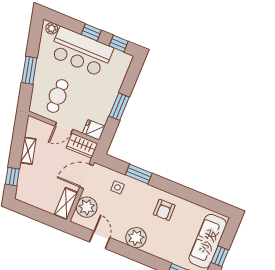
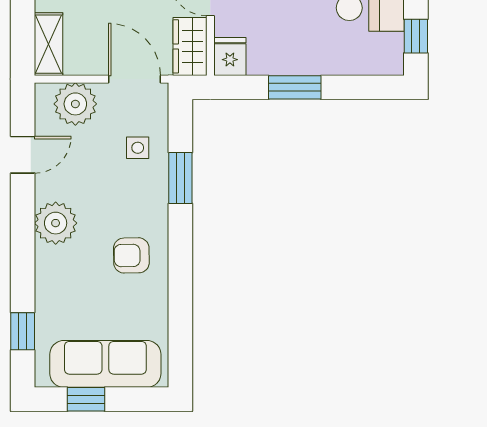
shelving: (66, 204) -> (49, 44), moved, turned 90

